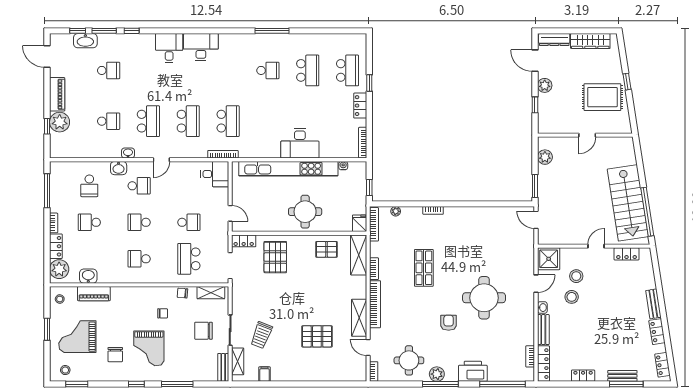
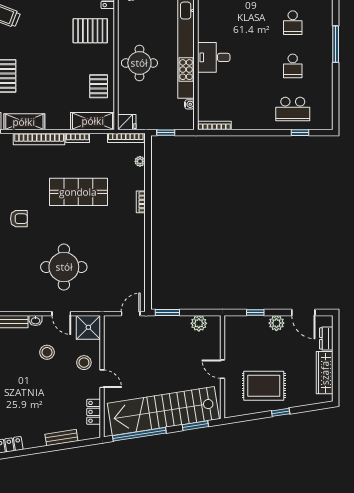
window: (272, 31) -> (336, 44), moved
dresser: (554, 40) -> (326, 338), width x0.70
door: (535, 61) -> (303, 312), swing flipped
school desk: (308, 70) -> (293, 66), width x0.54
window: (369, 83) -> (300, 133), moved
rug: (602, 97) -> (264, 386), turned 90
locker: (360, 106) -> (255, 123), removed
desk: (300, 143) -> (214, 57), width x0.73
window: (639, 160) -> (195, 426), added
stairs: (628, 203) -> (163, 411), width x1.36
shop shelf: (424, 268) -> (78, 192), width x1.43, depth x1.36
stool: (576, 276) -> (84, 363), moved
round table: (484, 298) -> (64, 267), moved
bench: (653, 304) -> (61, 438), moved

